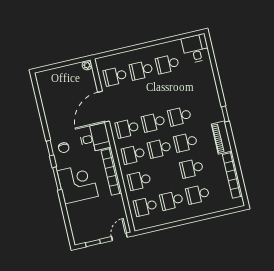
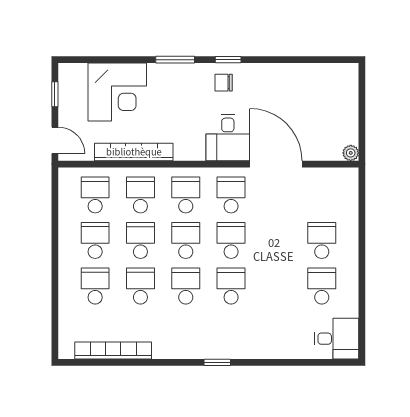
school desk: (115, 76) -> (140, 240), moved
piano: (222, 137) -> (180, 347), removed
bookcase: (111, 172) -> (134, 152), moved
corner desk: (78, 184) -> (117, 92), moved

